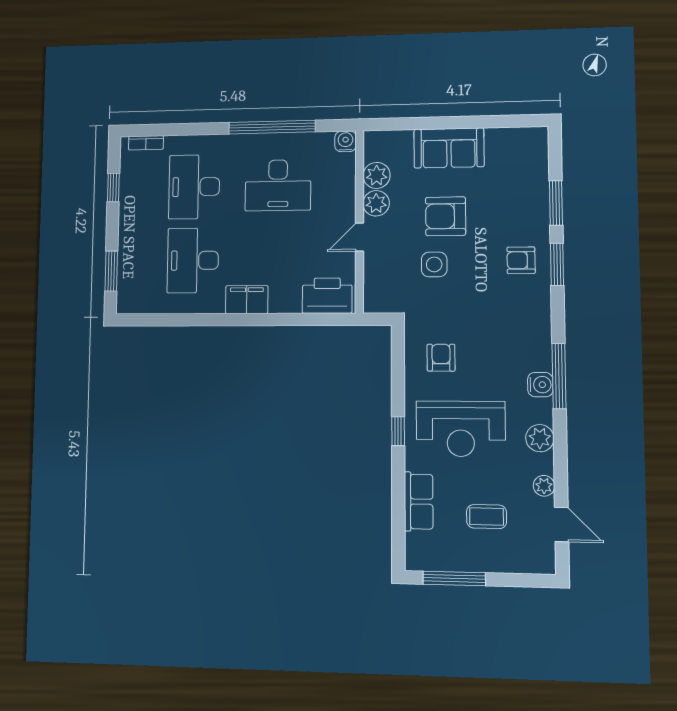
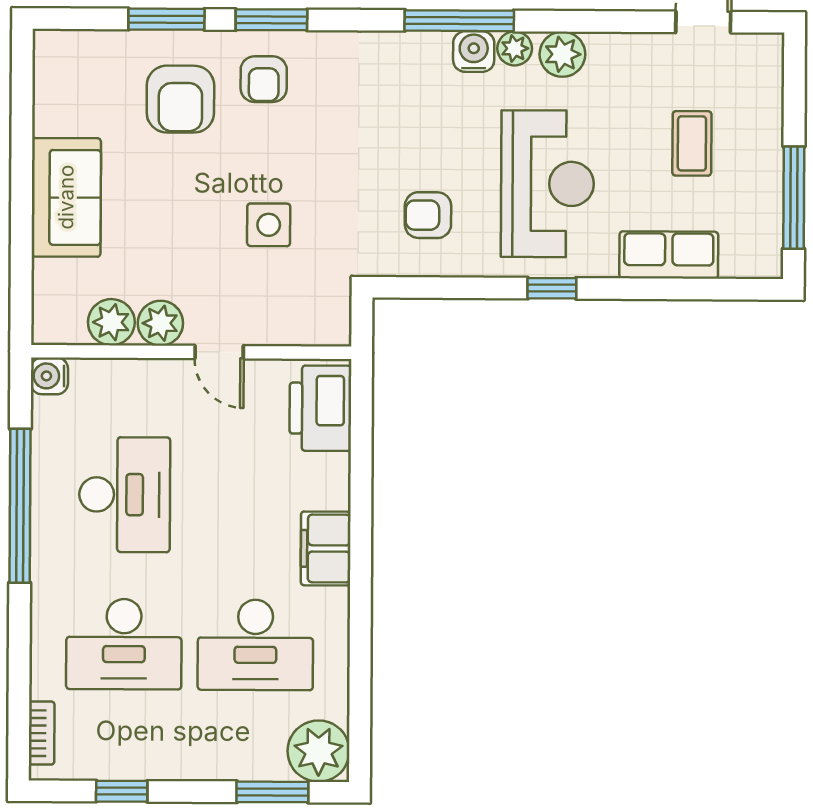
armchair: (446, 216) -> (180, 99), moved
plant: (133, 297) -> (318, 751), added
plant: (544, 486) -> (515, 48), moved

